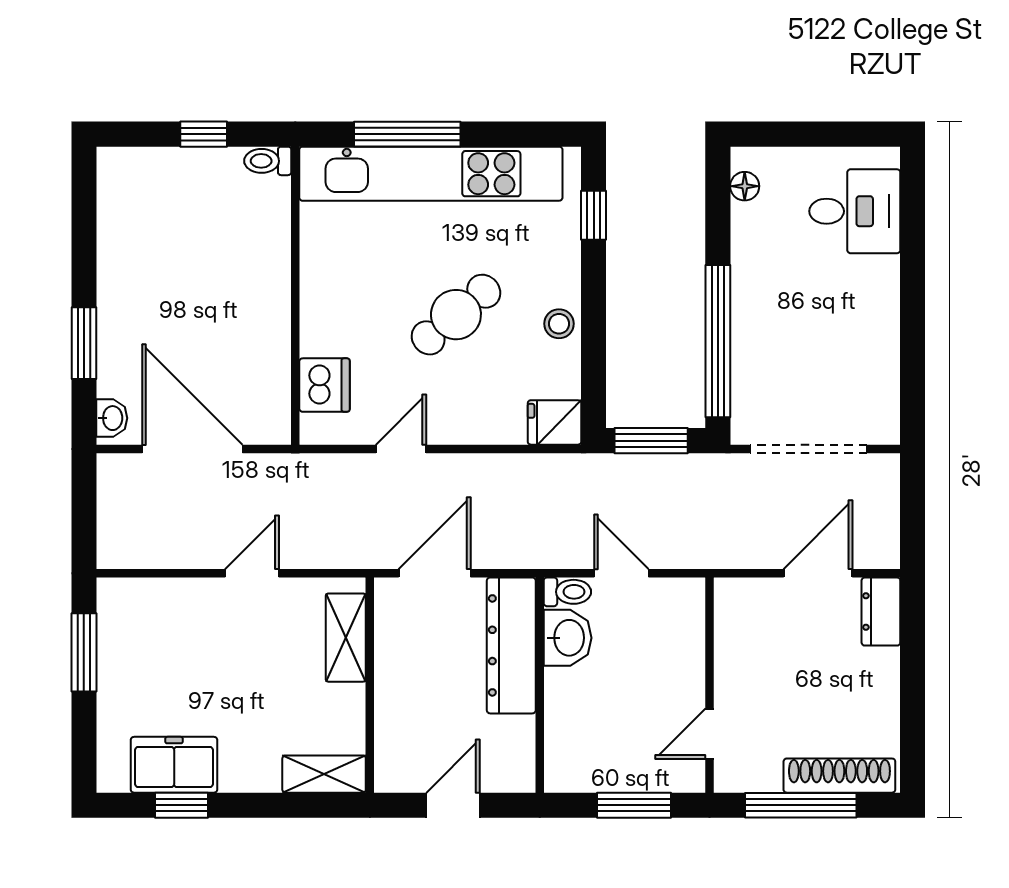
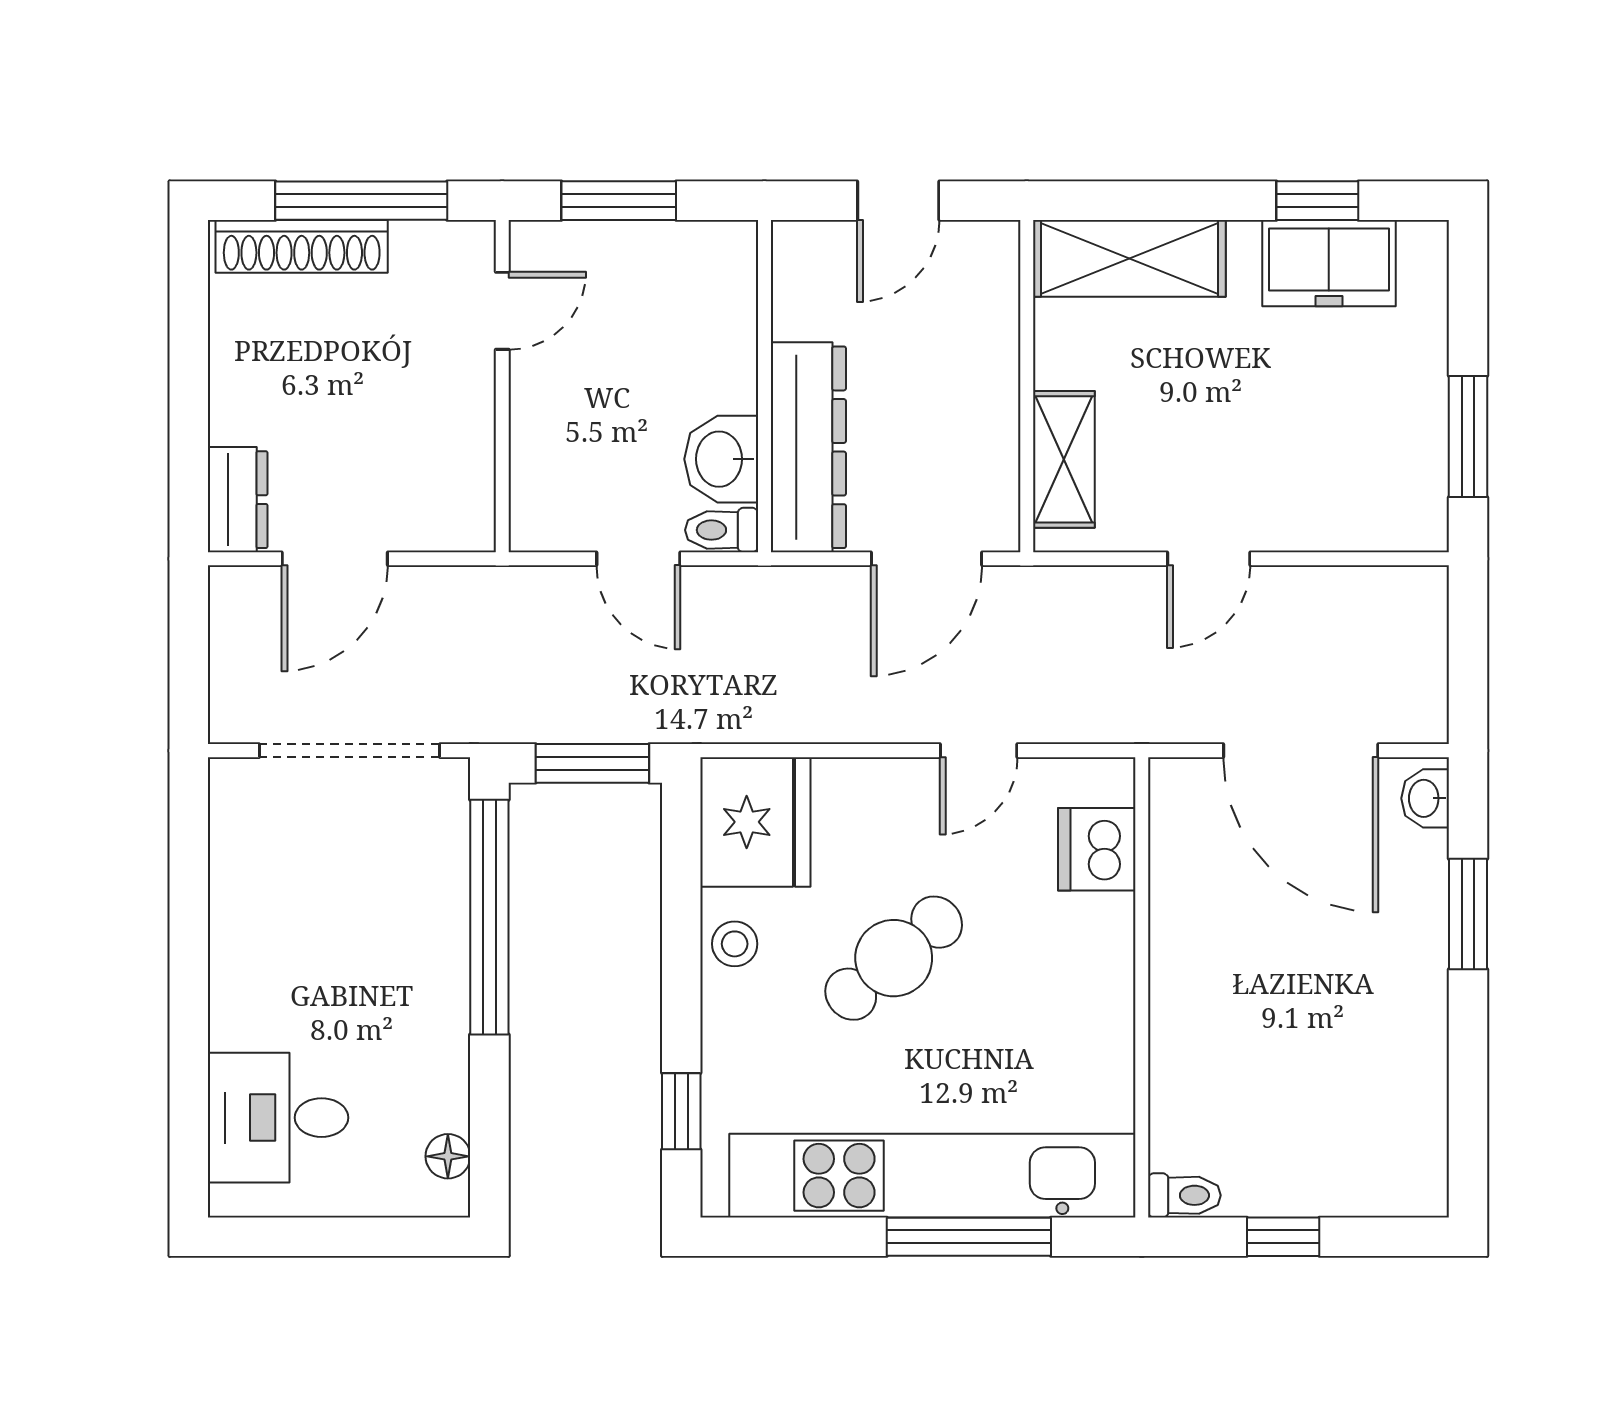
fridge: (555, 422) -> (755, 822), width x1.88, depth x1.34
shelving: (324, 774) -> (1129, 258), width x1.50, depth x1.33

